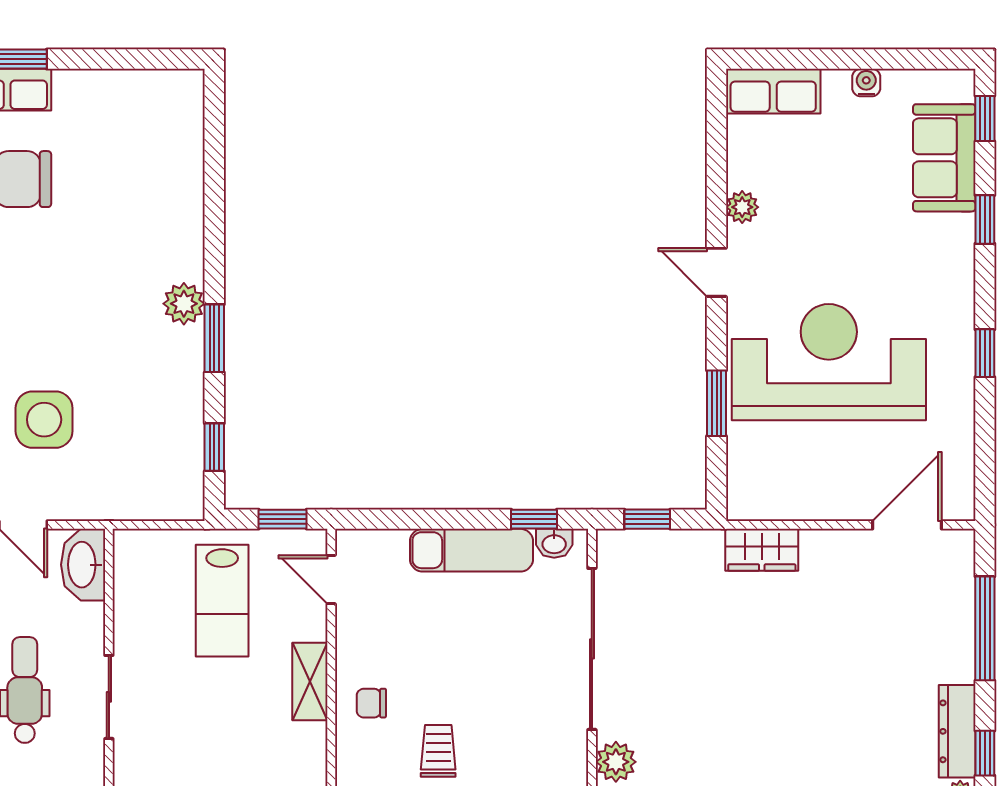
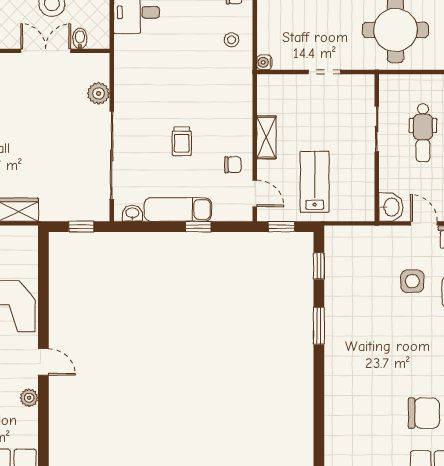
plant: (184, 304) -> (336, 345), removed
window: (717, 403) -> (43, 290), removed
side table: (44, 420) -> (412, 281), width x0.73, depth x0.73
window: (534, 519) -> (198, 227), moved
washbasin: (83, 565) -> (391, 207), width x0.72
chair: (371, 703) -> (233, 165), moved
trolley: (438, 751) -> (182, 141), moved

